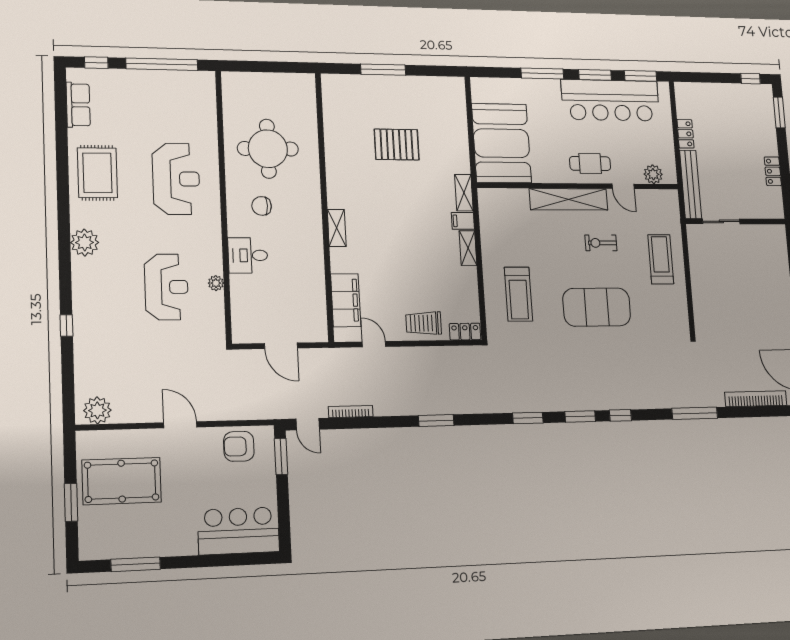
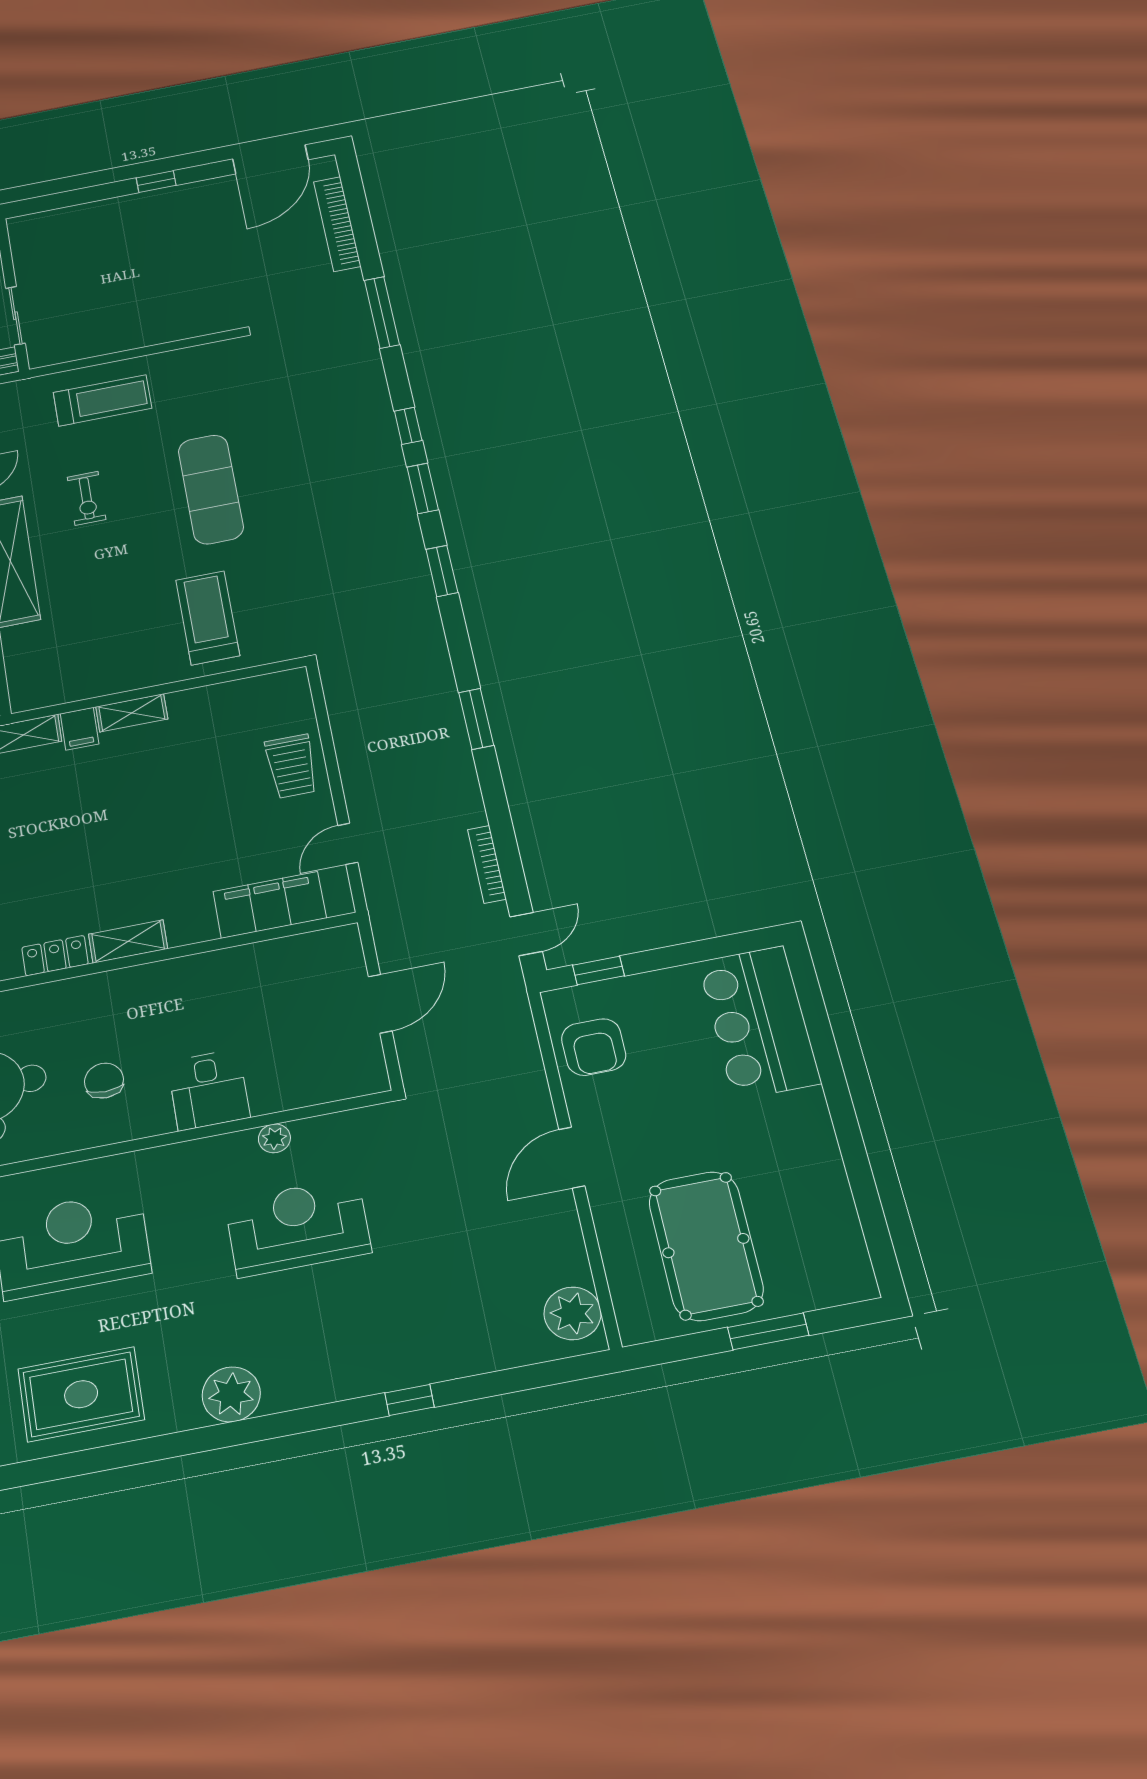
chair: (262, 206) -> (104, 1081), turned 180
treadmill: (661, 259) -> (102, 400), turned 180
treadmill: (518, 294) -> (208, 618), turned -90
exercise mat: (597, 307) -> (211, 489), width x0.68
locker: (465, 332) -> (55, 956), moved, turned 90
window: (281, 456) -> (598, 971), width x0.67
window: (136, 564) -> (865, 1194), removed

